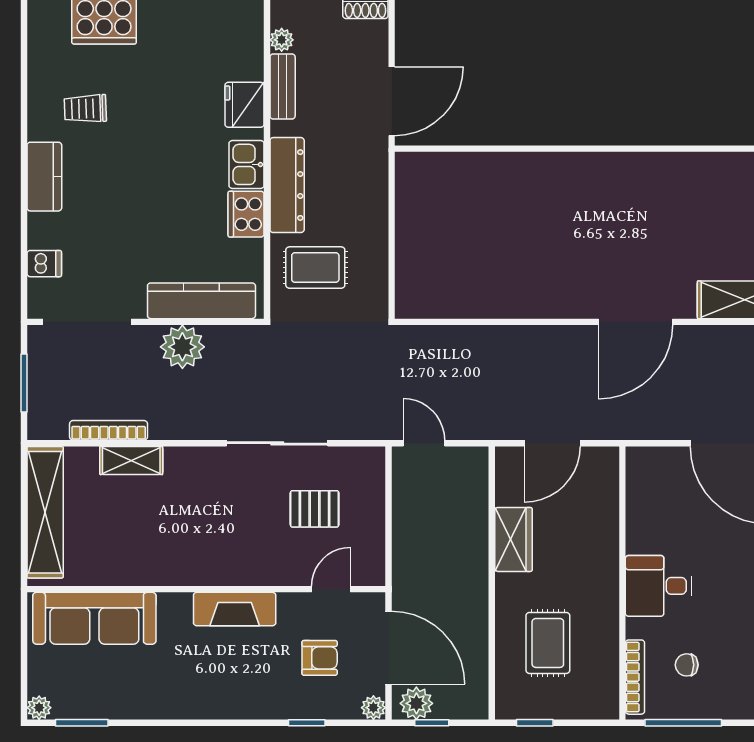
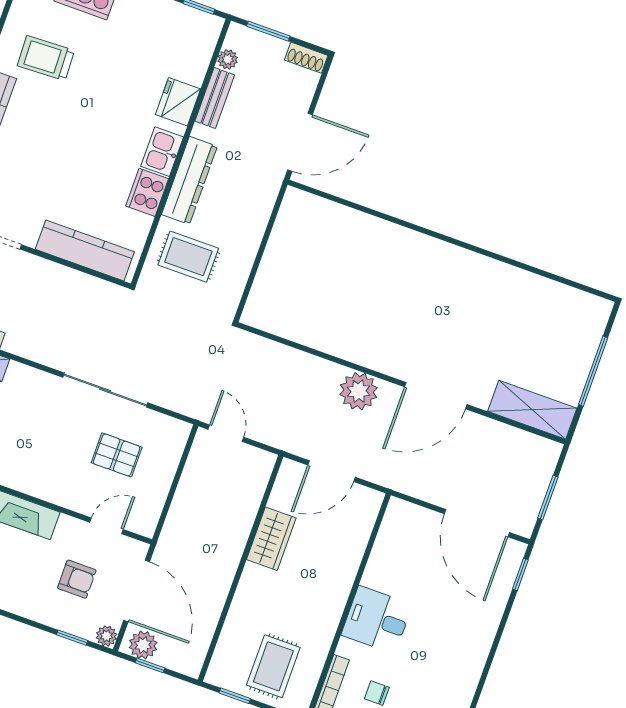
trolley: (85, 109) -> (46, 58), width x1.36, depth x1.39
plant: (182, 347) -> (359, 391), moved
rug: (548, 643) -> (273, 666), moved
window: (307, 723) -> (72, 638), moved

